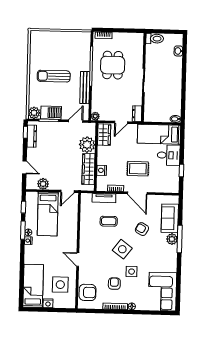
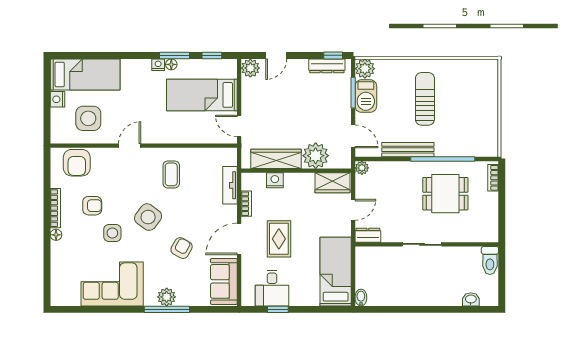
door: (121, 122) -> (353, 210), swing flipped
desk: (169, 155) -> (272, 288), moved
plant: (43, 184) -> (250, 68), moved
sofa: (170, 218) -> (224, 281), moved, turned -90
coffee table: (109, 221) -> (171, 174), moved
corner sofa: (163, 292) -> (112, 284), moved

